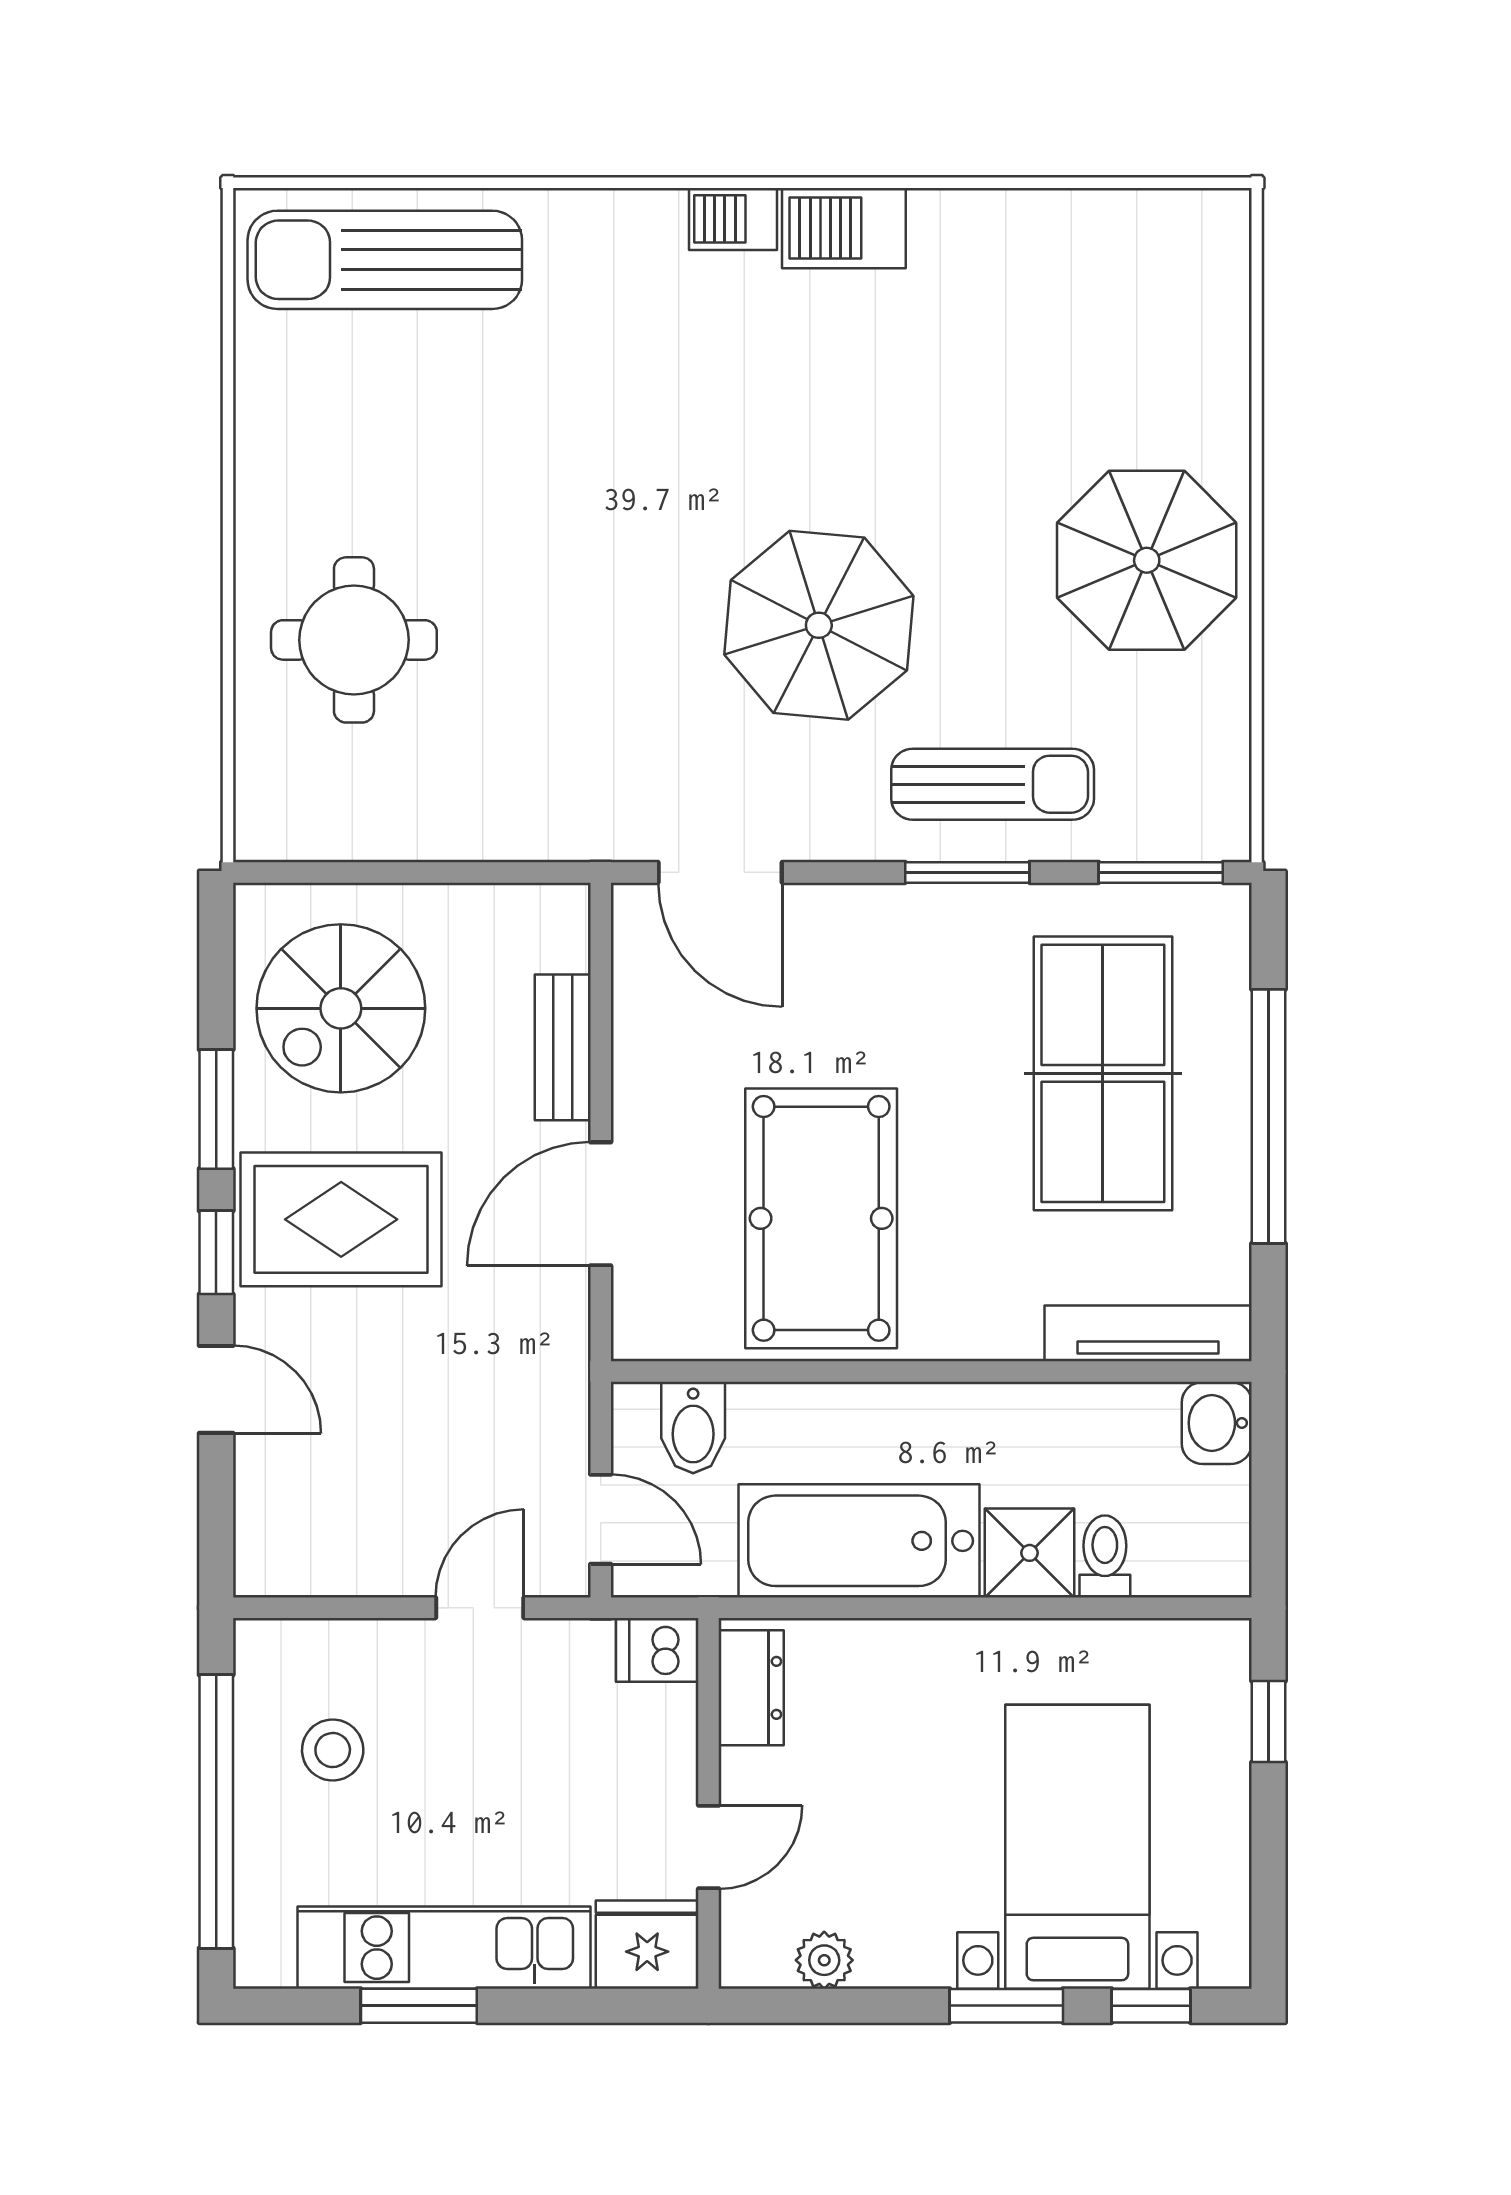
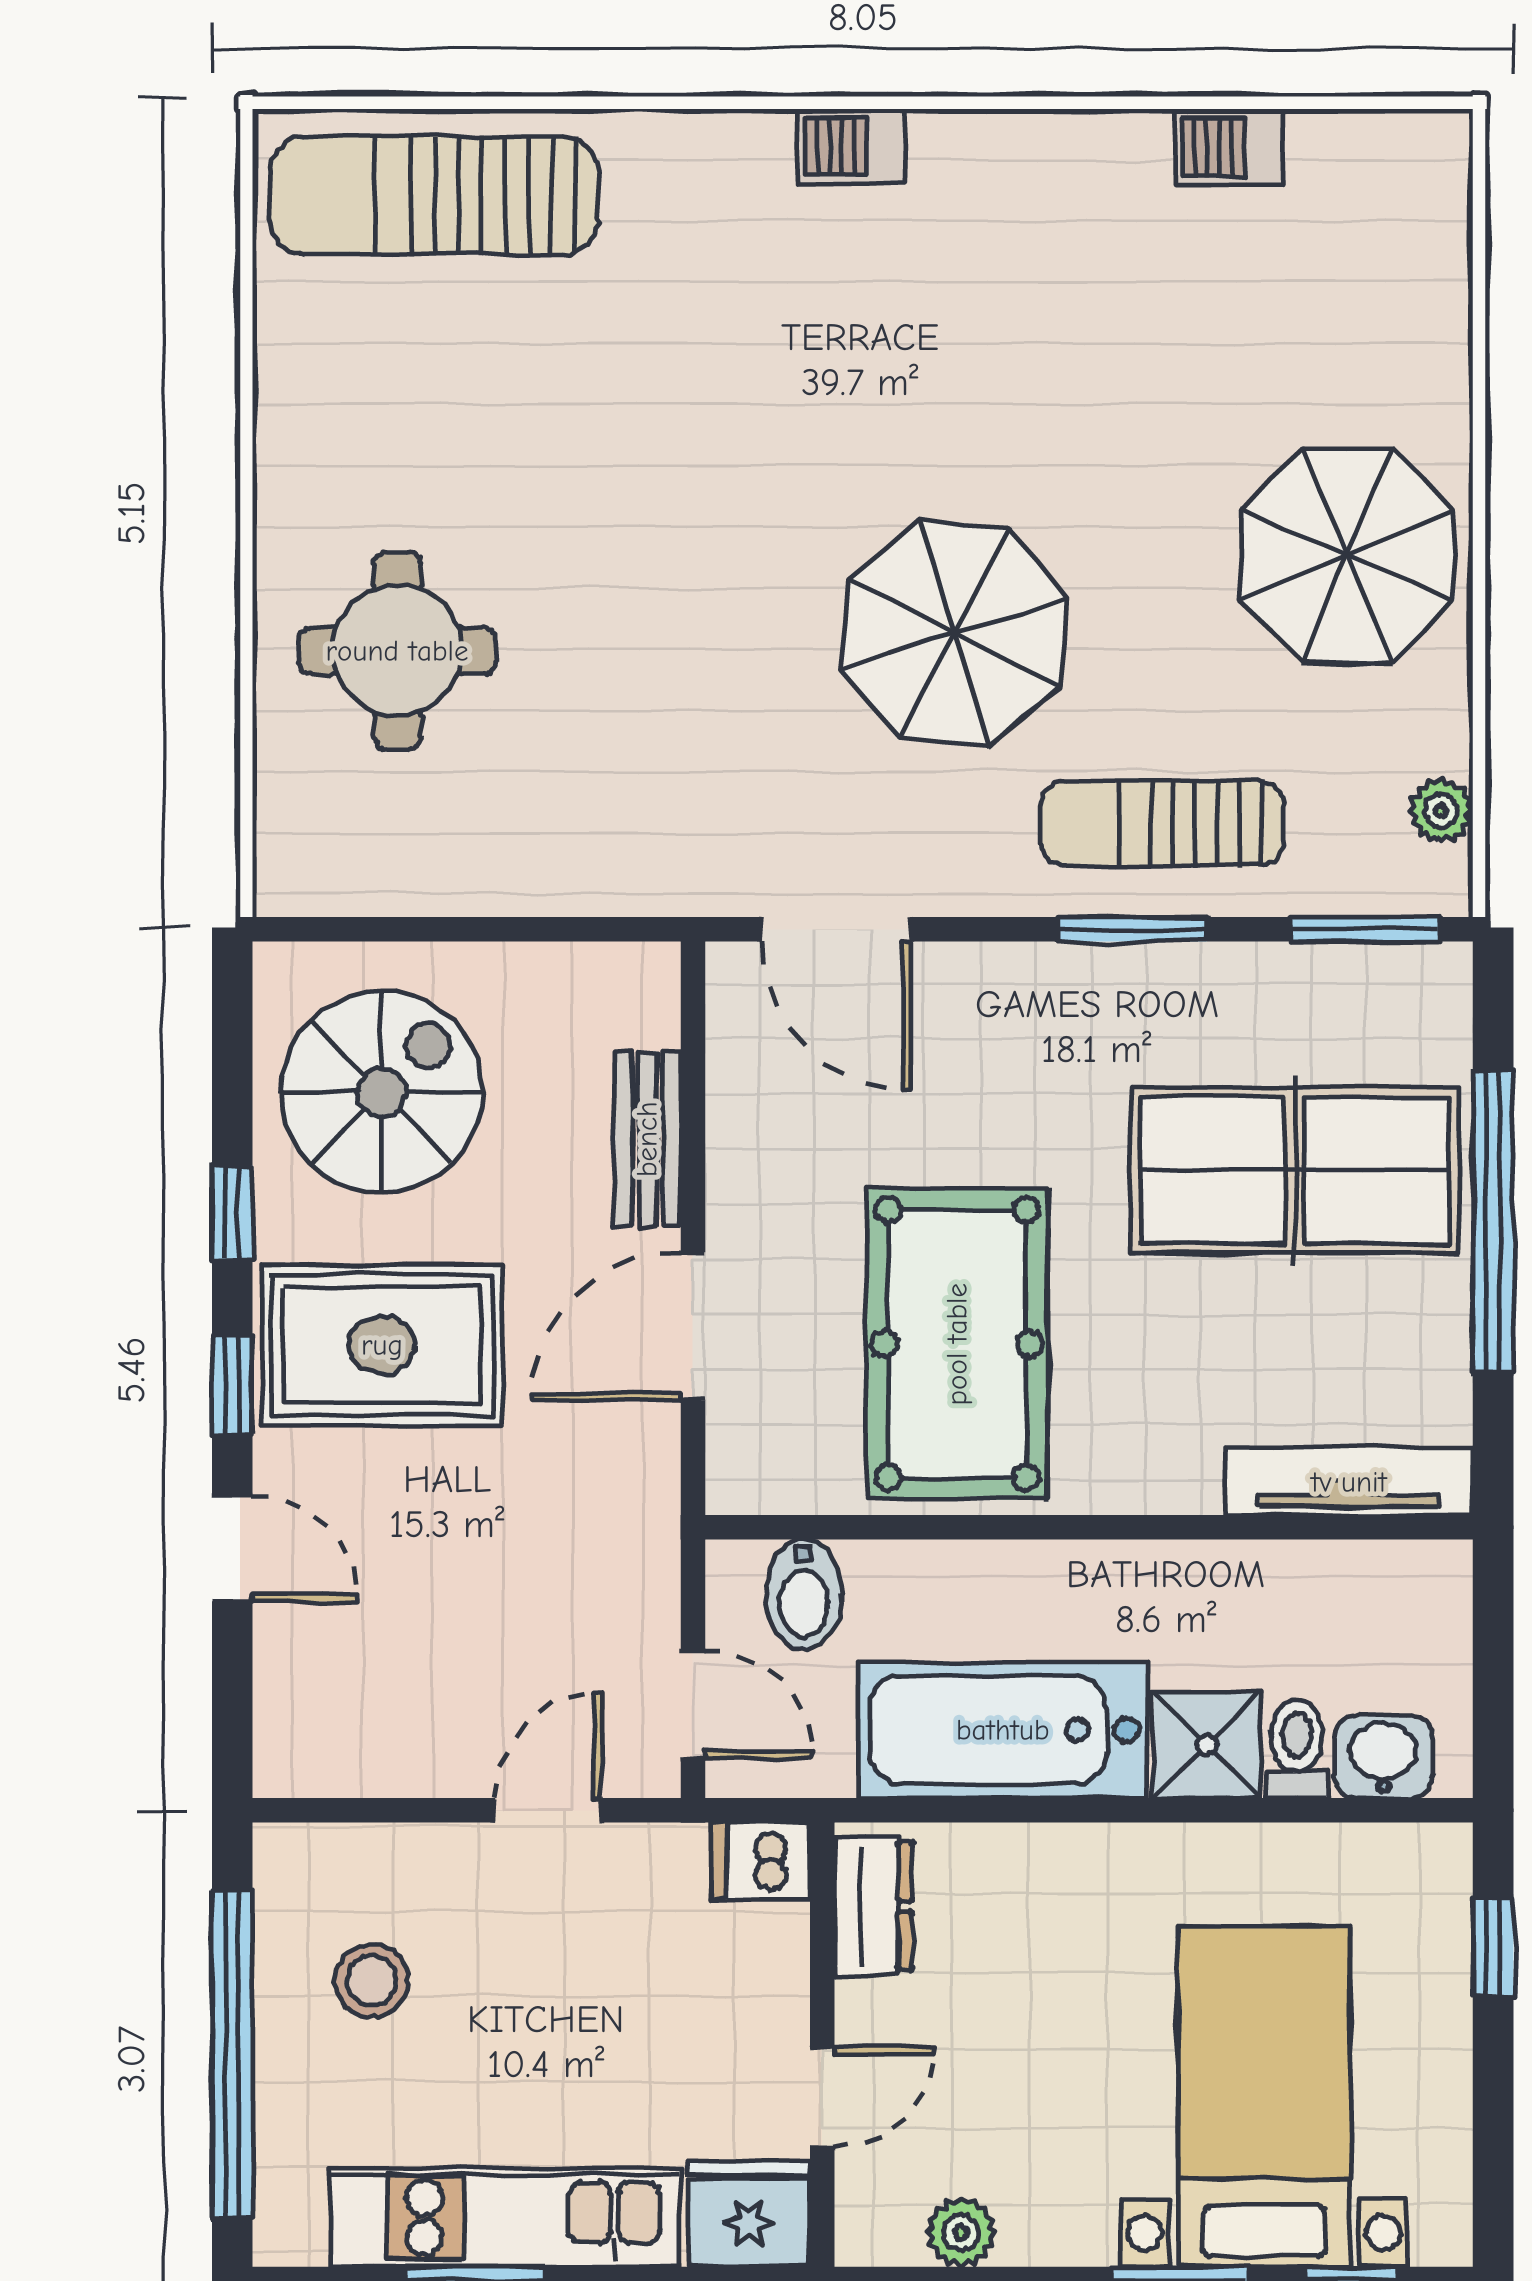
barbecue: (844, 228) -> (1229, 147), moved, width x0.73, depth x0.79
plant: (1225, 774) -> (1441, 811), added
sun lounger: (993, 784) -> (1163, 823), turned 180
spiral stairs: (341, 1008) -> (382, 1092), turned 180
table tennis table: (1103, 1073) -> (1295, 1170), turned 90
window: (216, 1109) -> (232, 1213), width x0.67
washbasin: (1217, 1423) -> (1383, 1756), moved, turned 90

